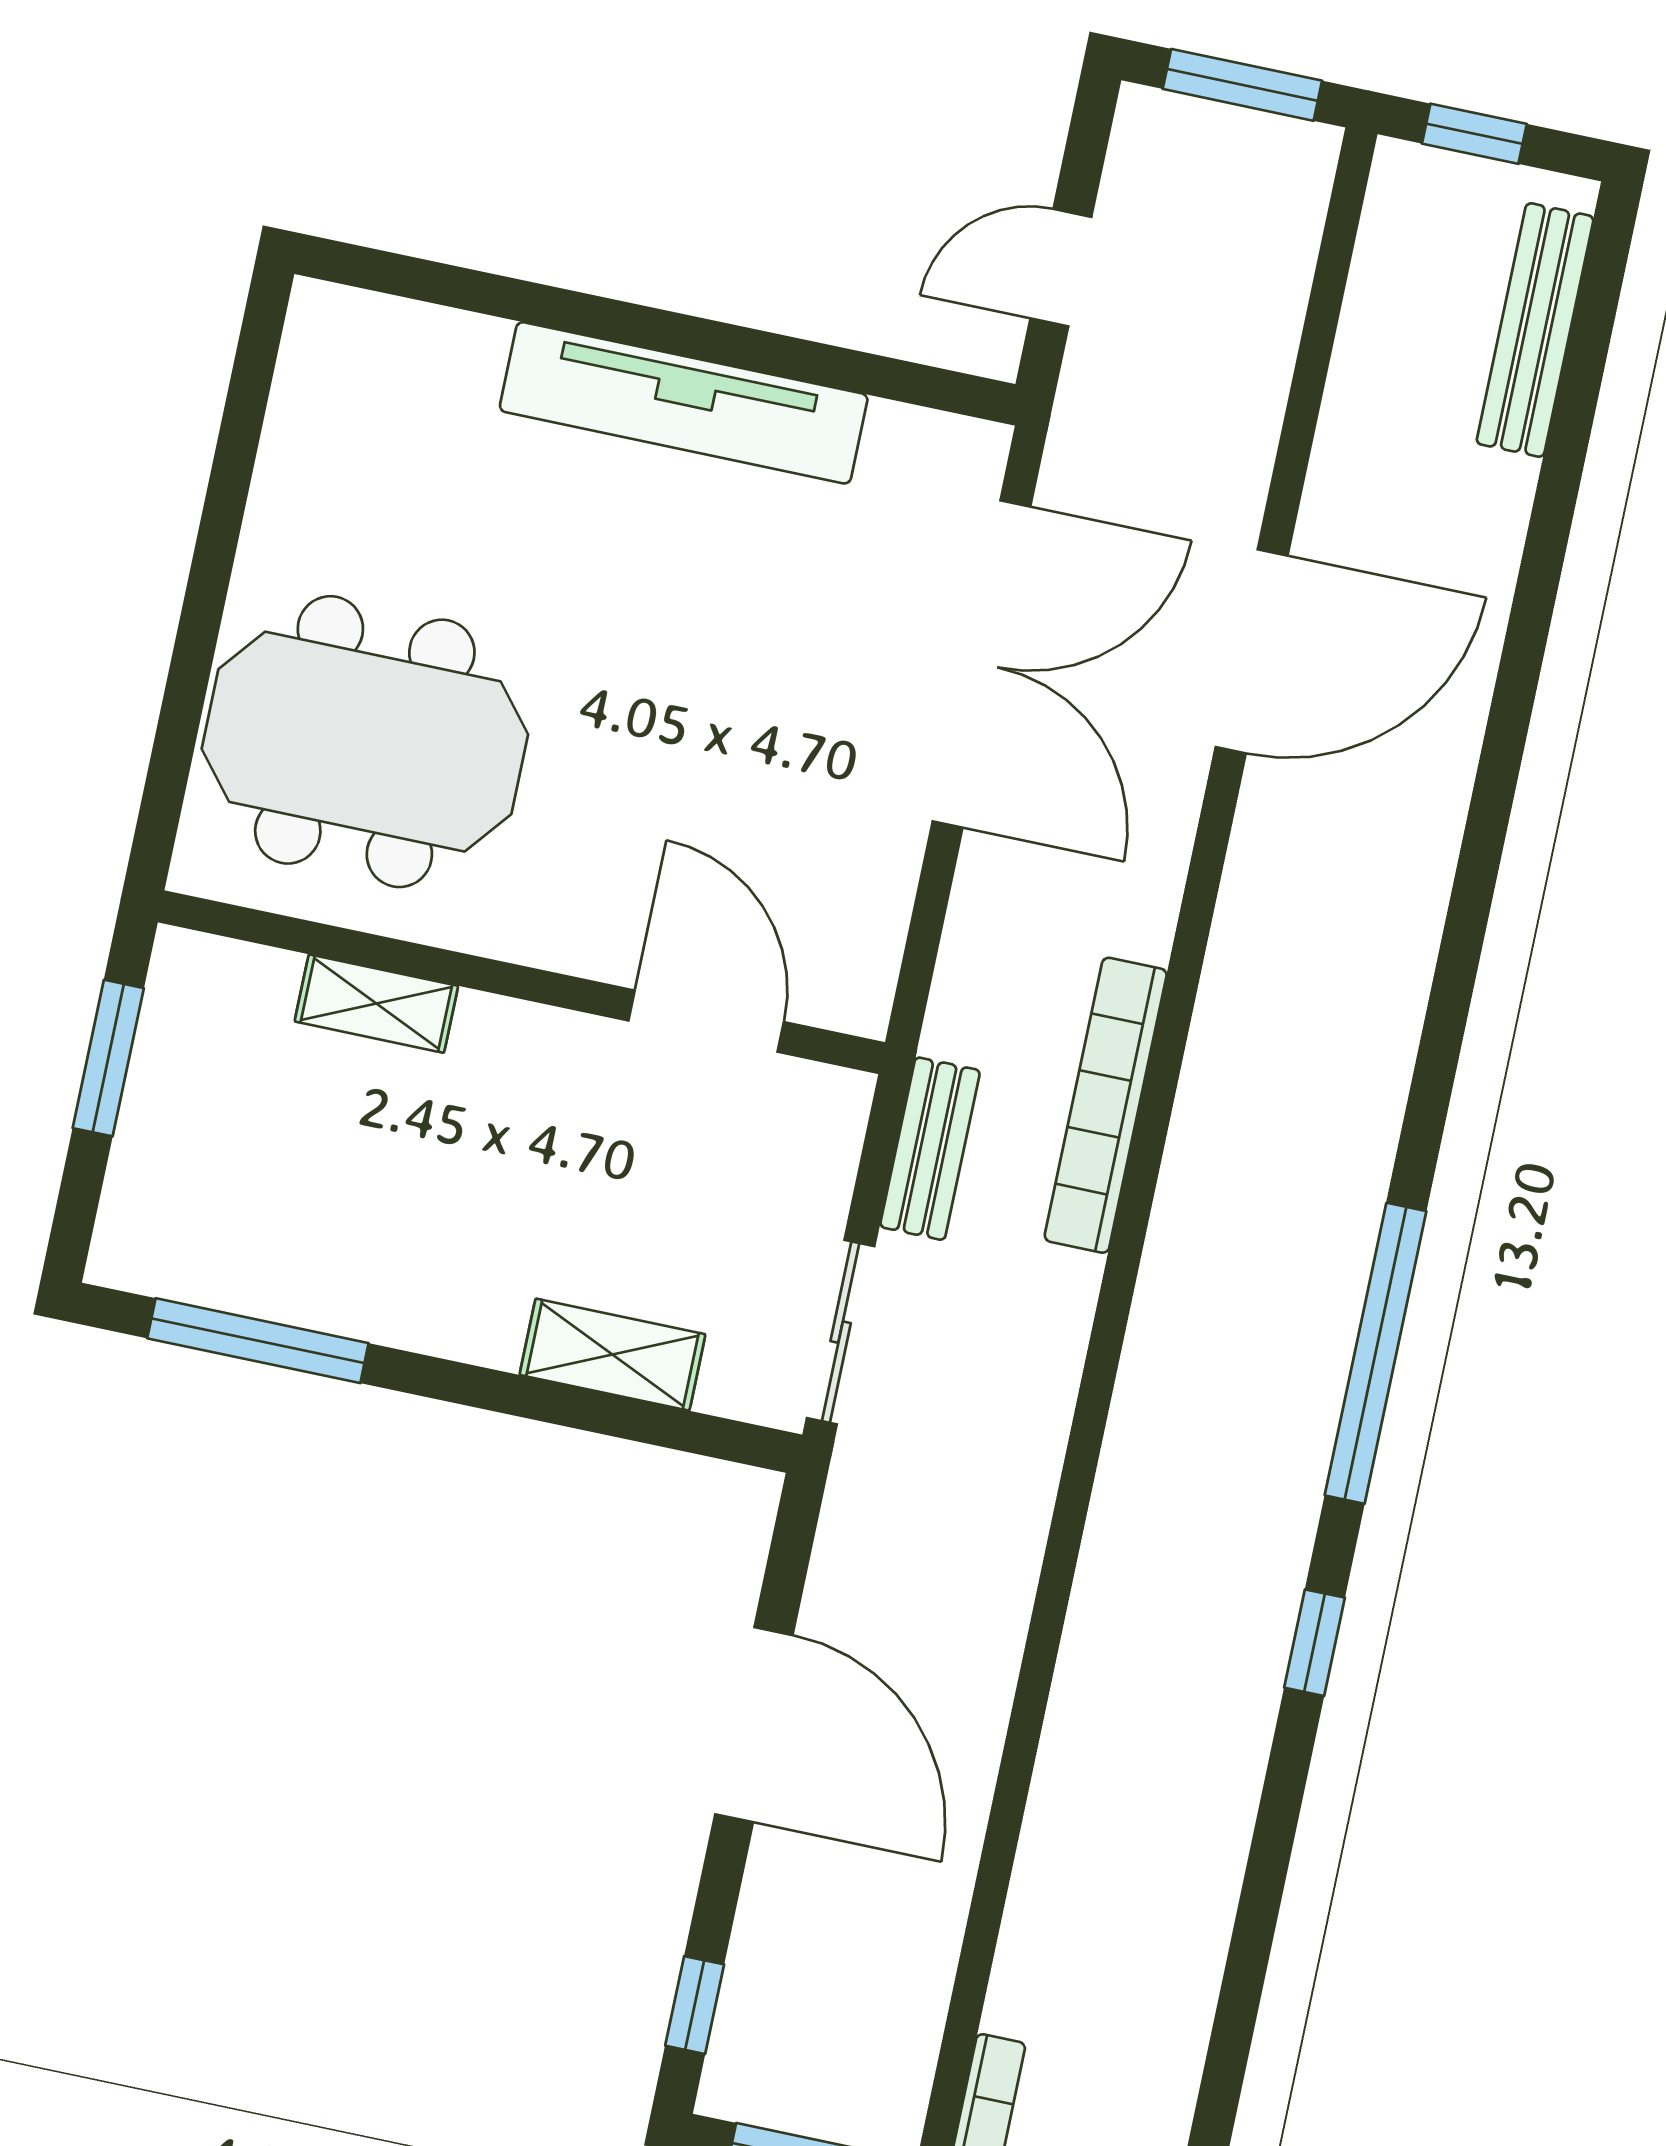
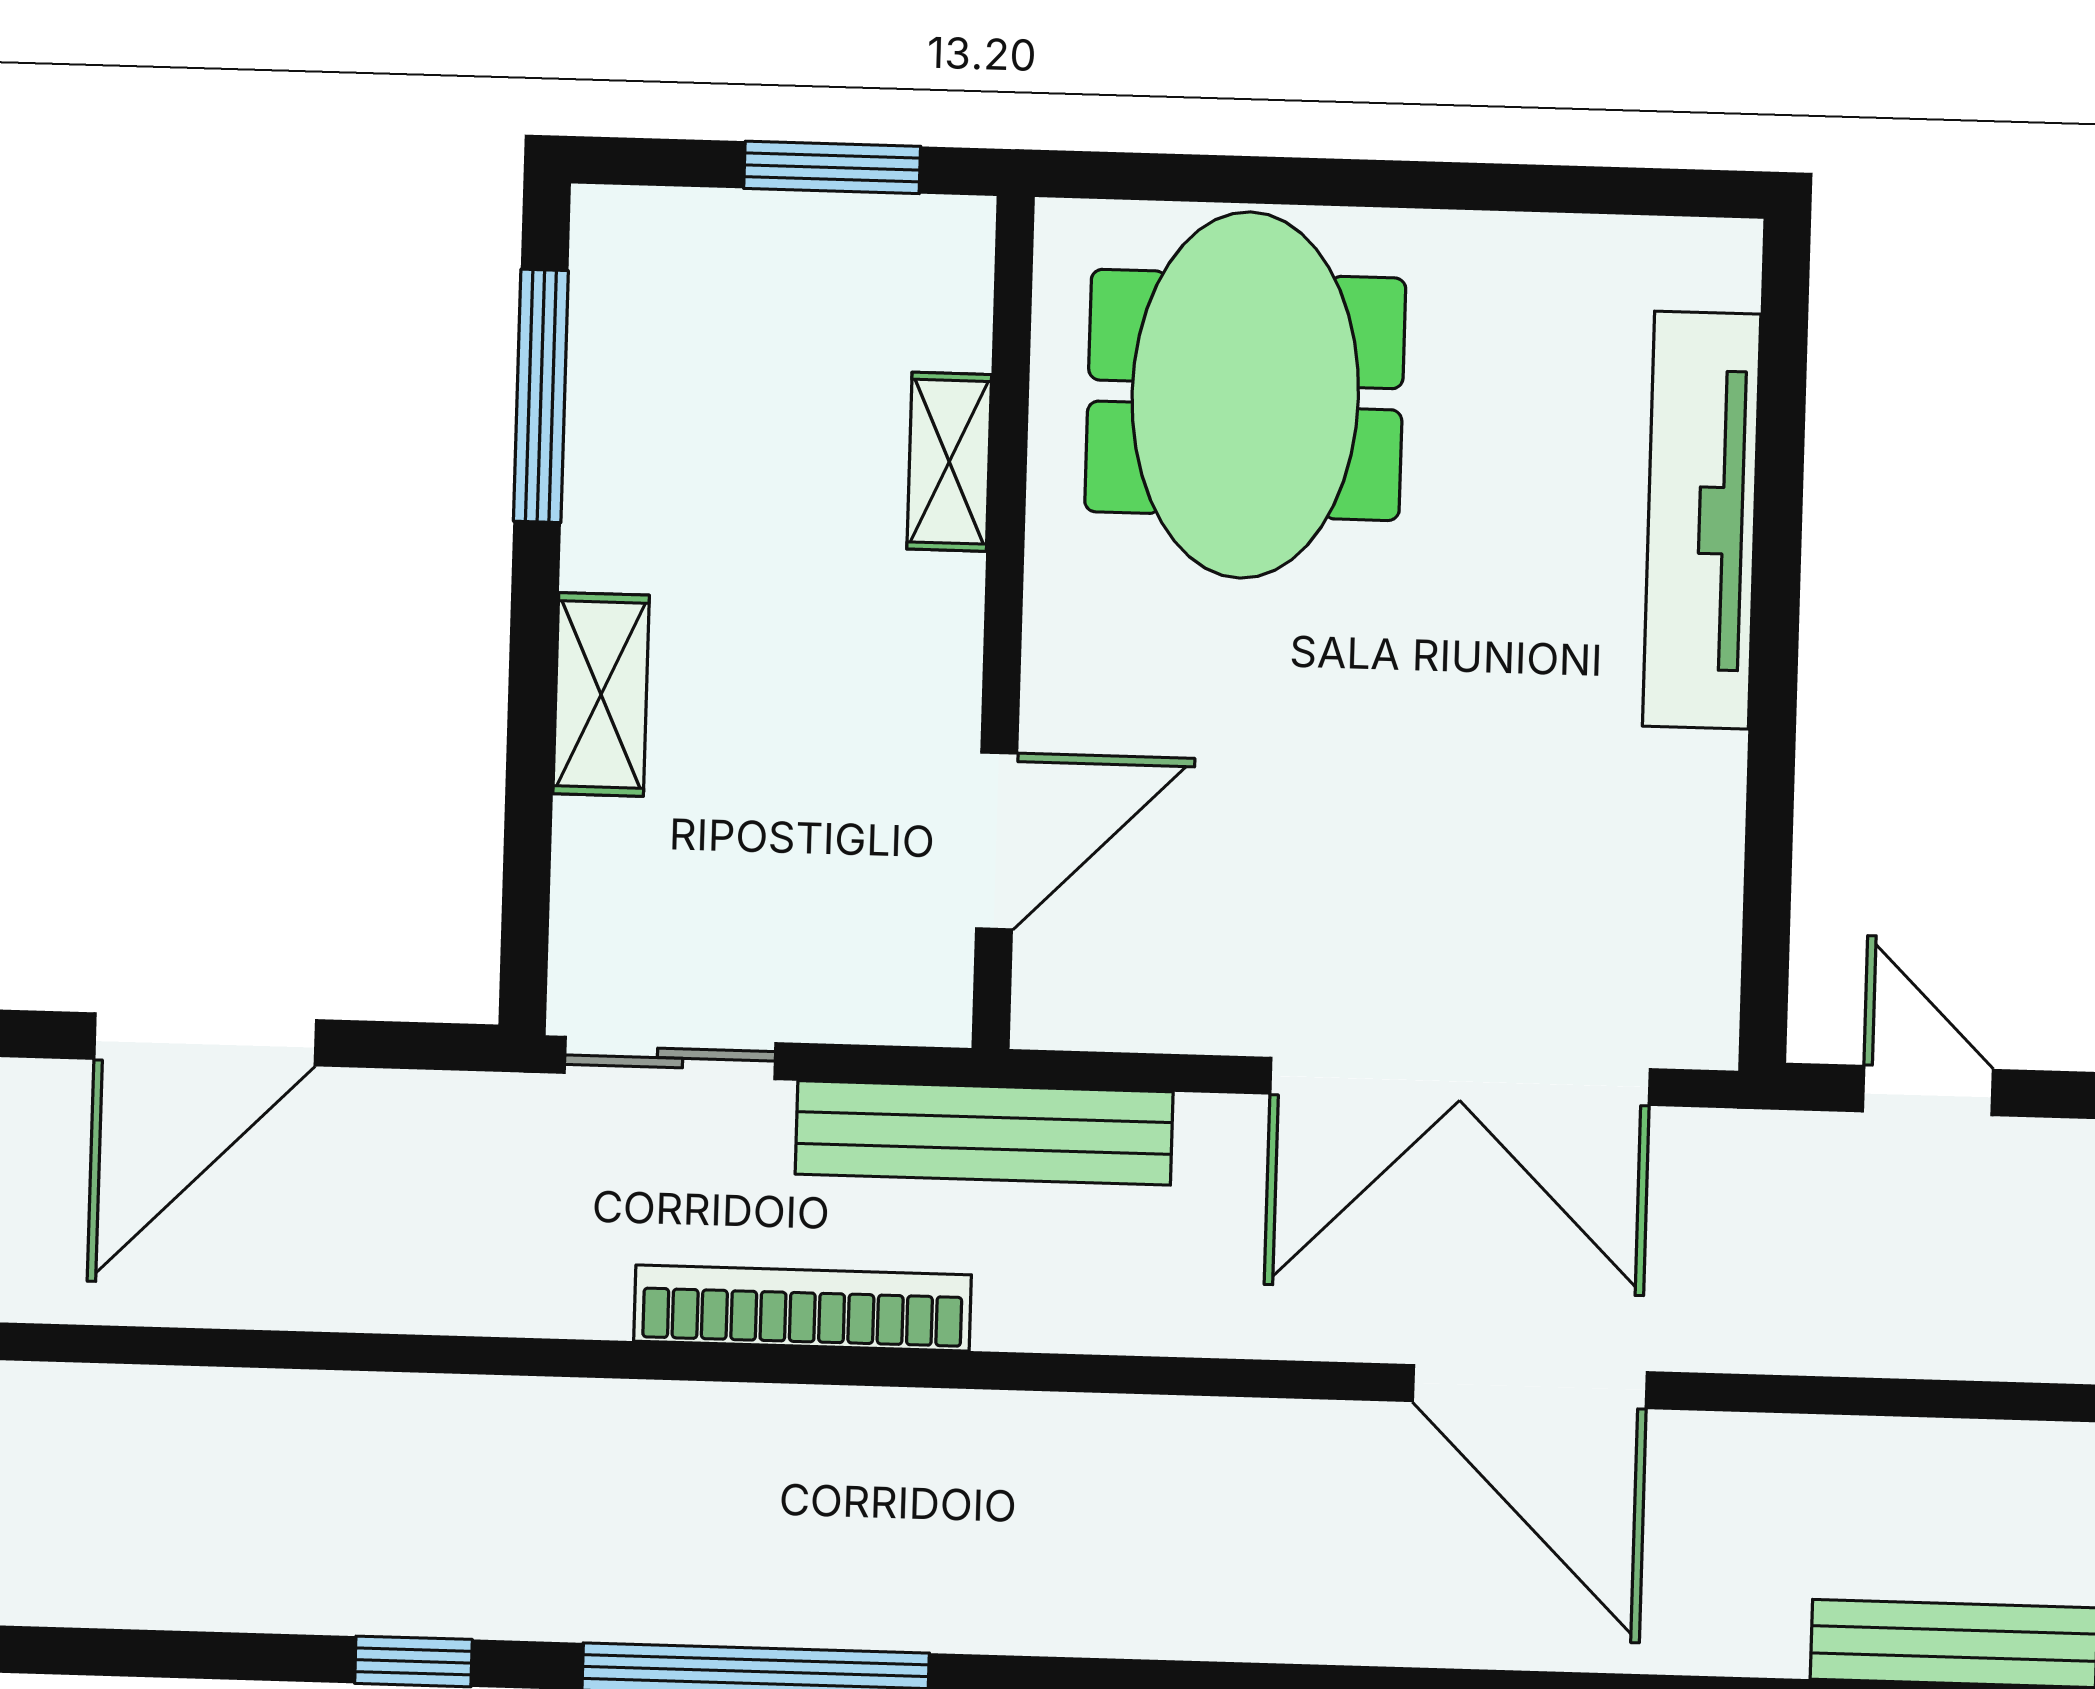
tv unit: (684, 403) -> (1702, 520), moved
bookcase: (1106, 1105) -> (803, 1308), moved
bench: (930, 1149) -> (984, 1133), width x1.86, depth x1.21
shelving: (612, 1355) -> (601, 694), moved

